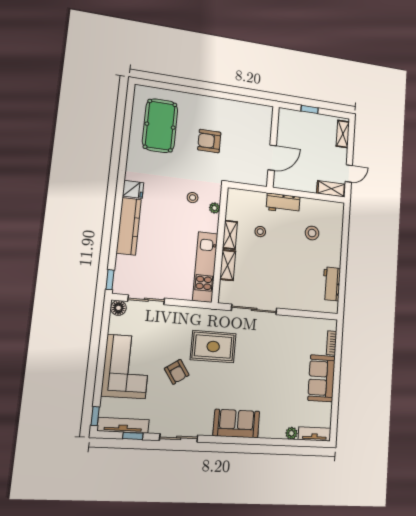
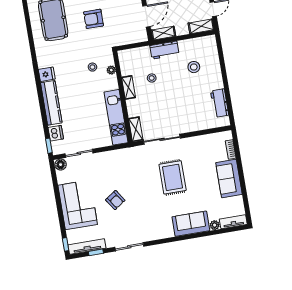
shelving: (287, 183) -> (163, 33), added
shelving: (228, 265) -> (136, 129), moved
dishwasher: (124, 266) -> (56, 133), added
rug: (213, 347) -> (173, 177), moved, turned 90
sofa: (236, 424) -> (191, 224), moved

